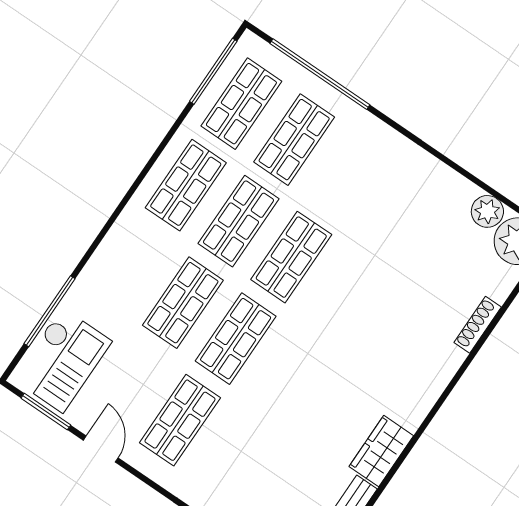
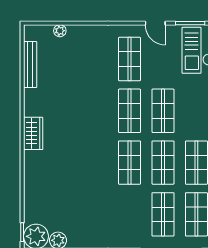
shoe rack: (478, 325) -> (29, 188), removed
wardrobe: (381, 451) -> (33, 133), moved

